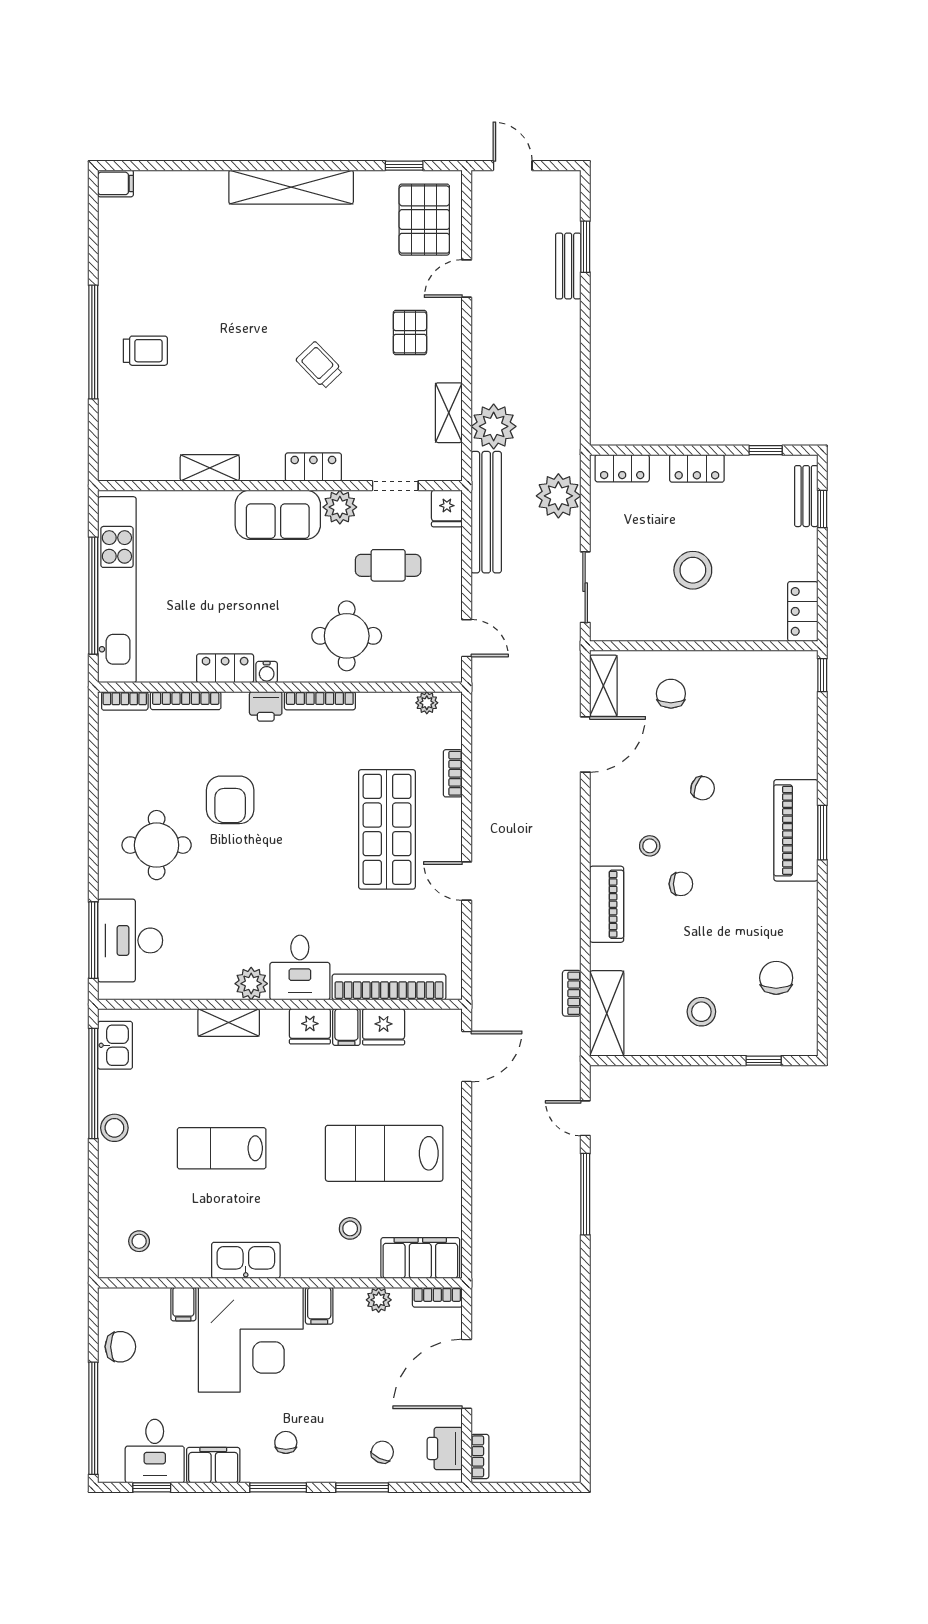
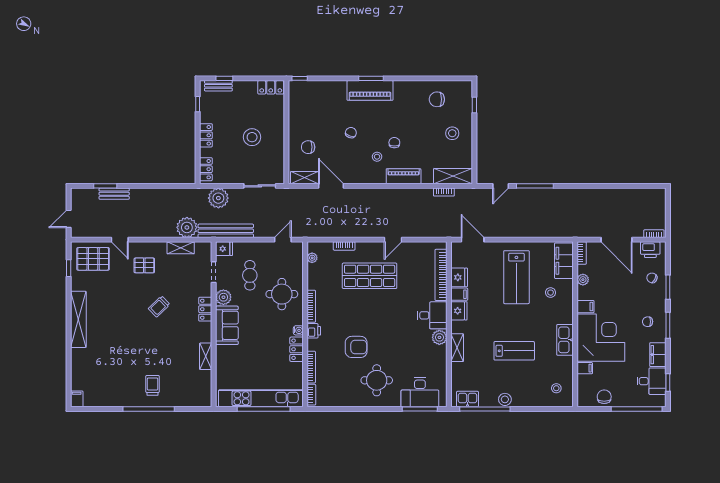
lab bench: (222, 1148) -> (514, 351), turned -90

